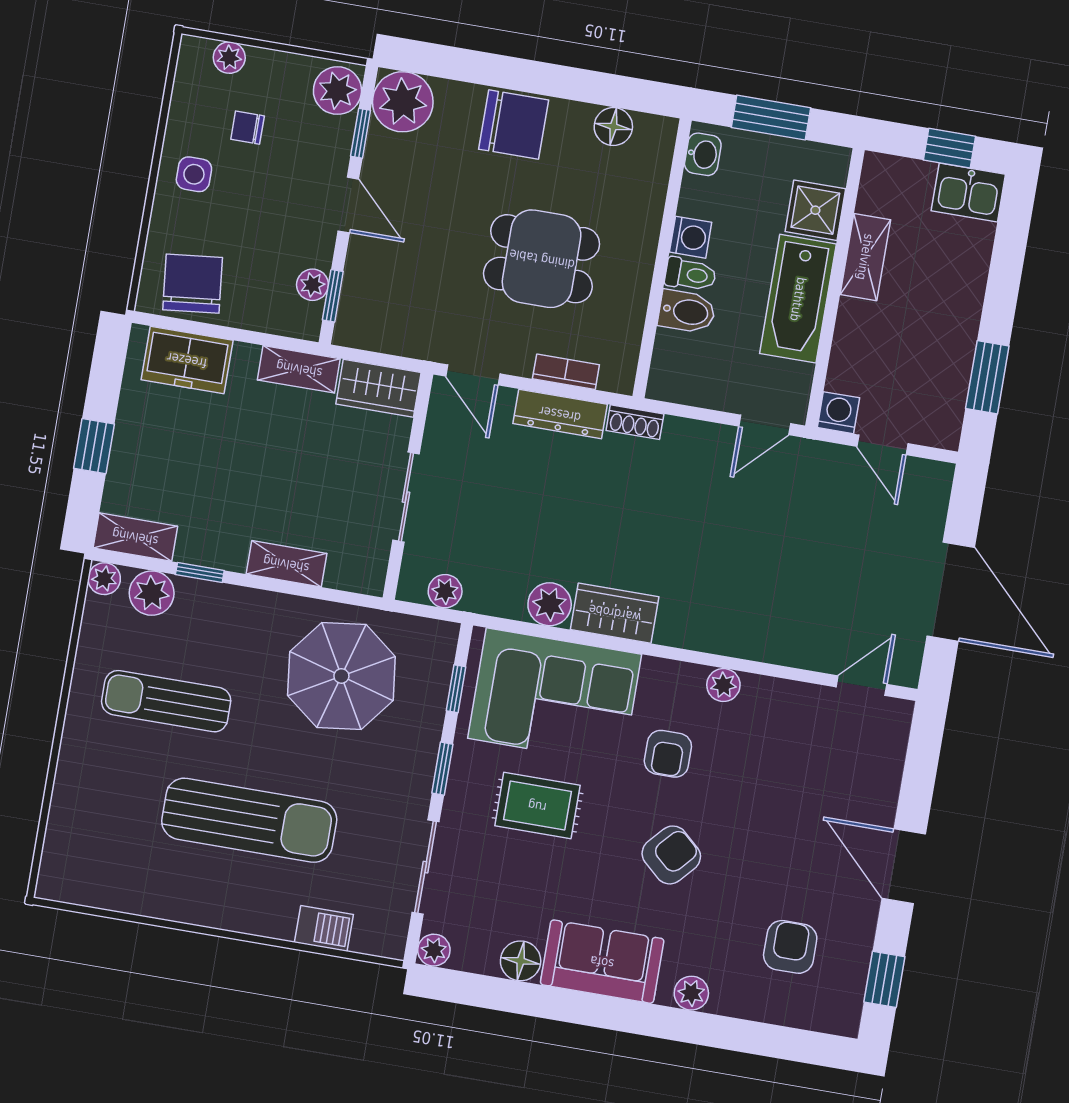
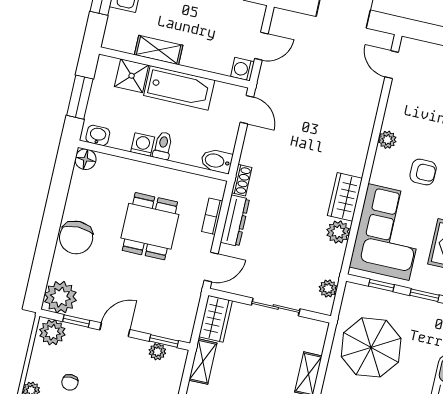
chair: (514, 125) -> (76, 237), turned 180
floor lamp: (613, 127) -> (86, 159), moved
bidet: (687, 312) -> (217, 161), moved, turned -90

